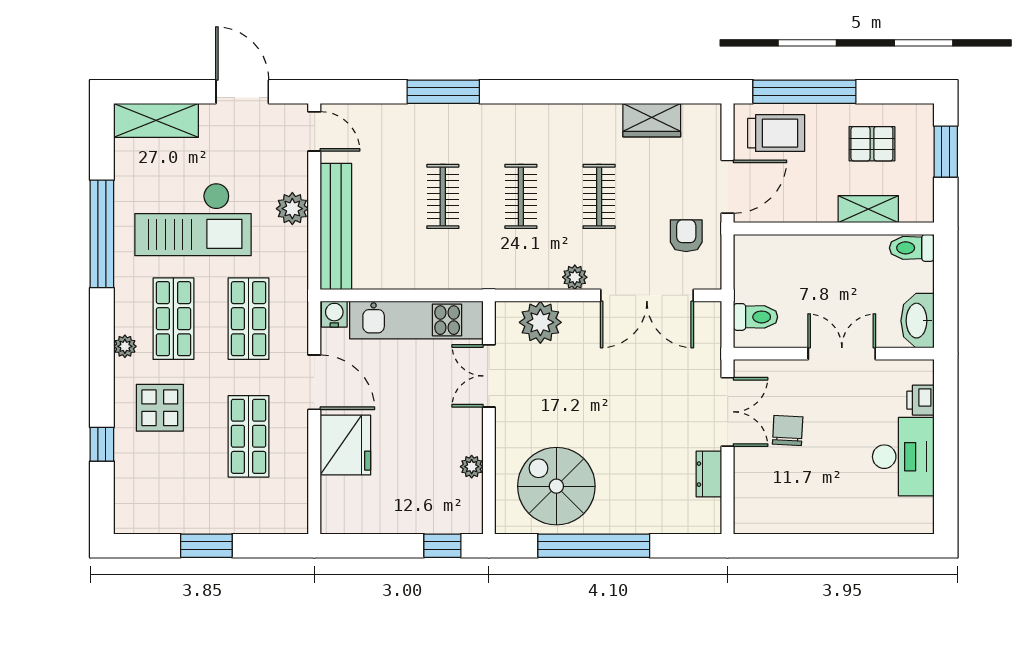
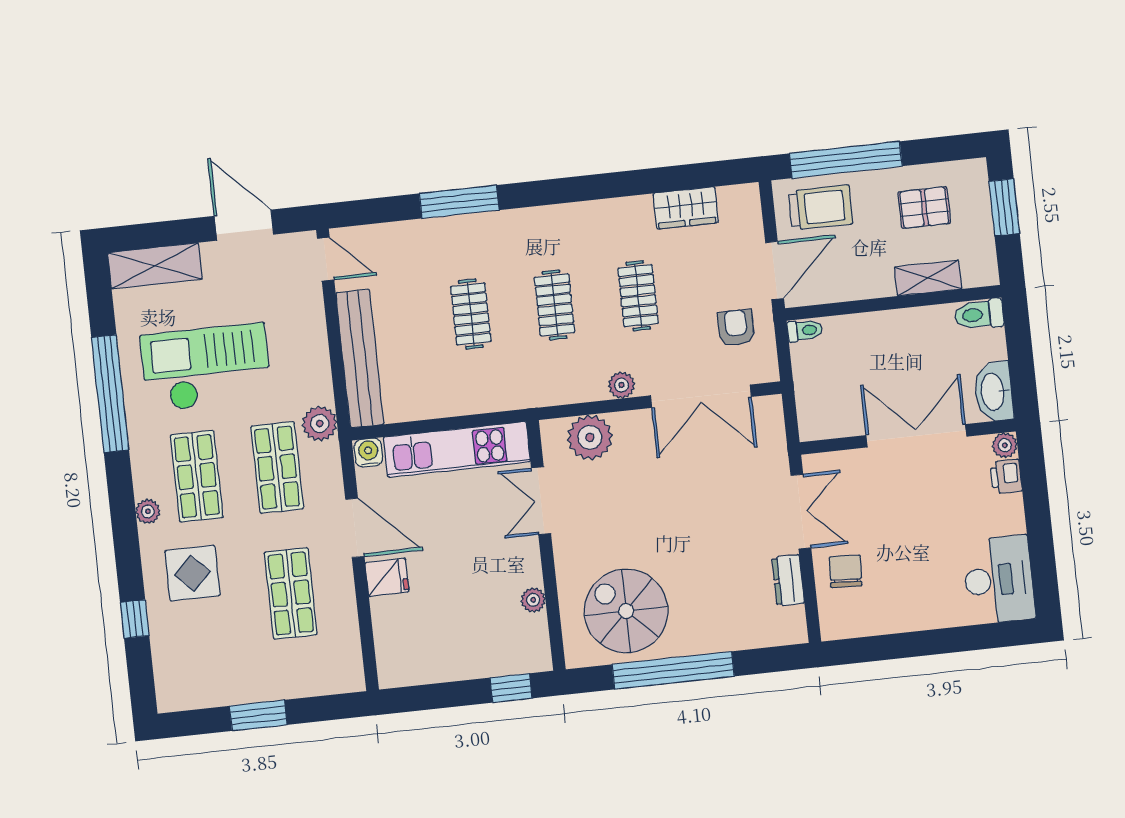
plant: (292, 209) -> (320, 424), moved
checkout: (193, 219) -> (206, 368), turned 180
toilet: (755, 317) -> (805, 330), moved, width x0.73, depth x0.72
double door: (842, 354) -> (916, 436), width x1.37
plant: (922, 371) -> (1005, 445), added
chair: (788, 430) -> (846, 571), moved
fridge: (345, 445) -> (387, 577), width x0.53, depth x0.75
desk: (903, 457) -> (999, 580), moved

